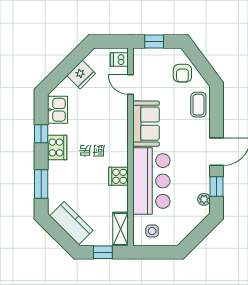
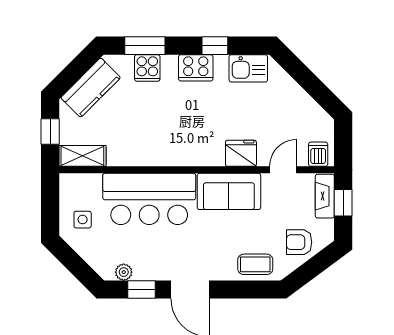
fireplace: (149, 55) -> (325, 196), added
fridge: (81, 75) -> (241, 153), moved, turned 135
cooker: (118, 176) -> (147, 68), moved, turned 180
side table: (152, 231) -> (83, 220), moved

